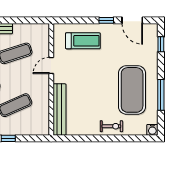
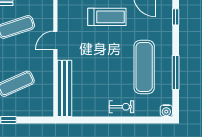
treadmill: (83, 41) -> (107, 17), moved
exercise mat: (132, 90) -> (144, 67), width x0.68

